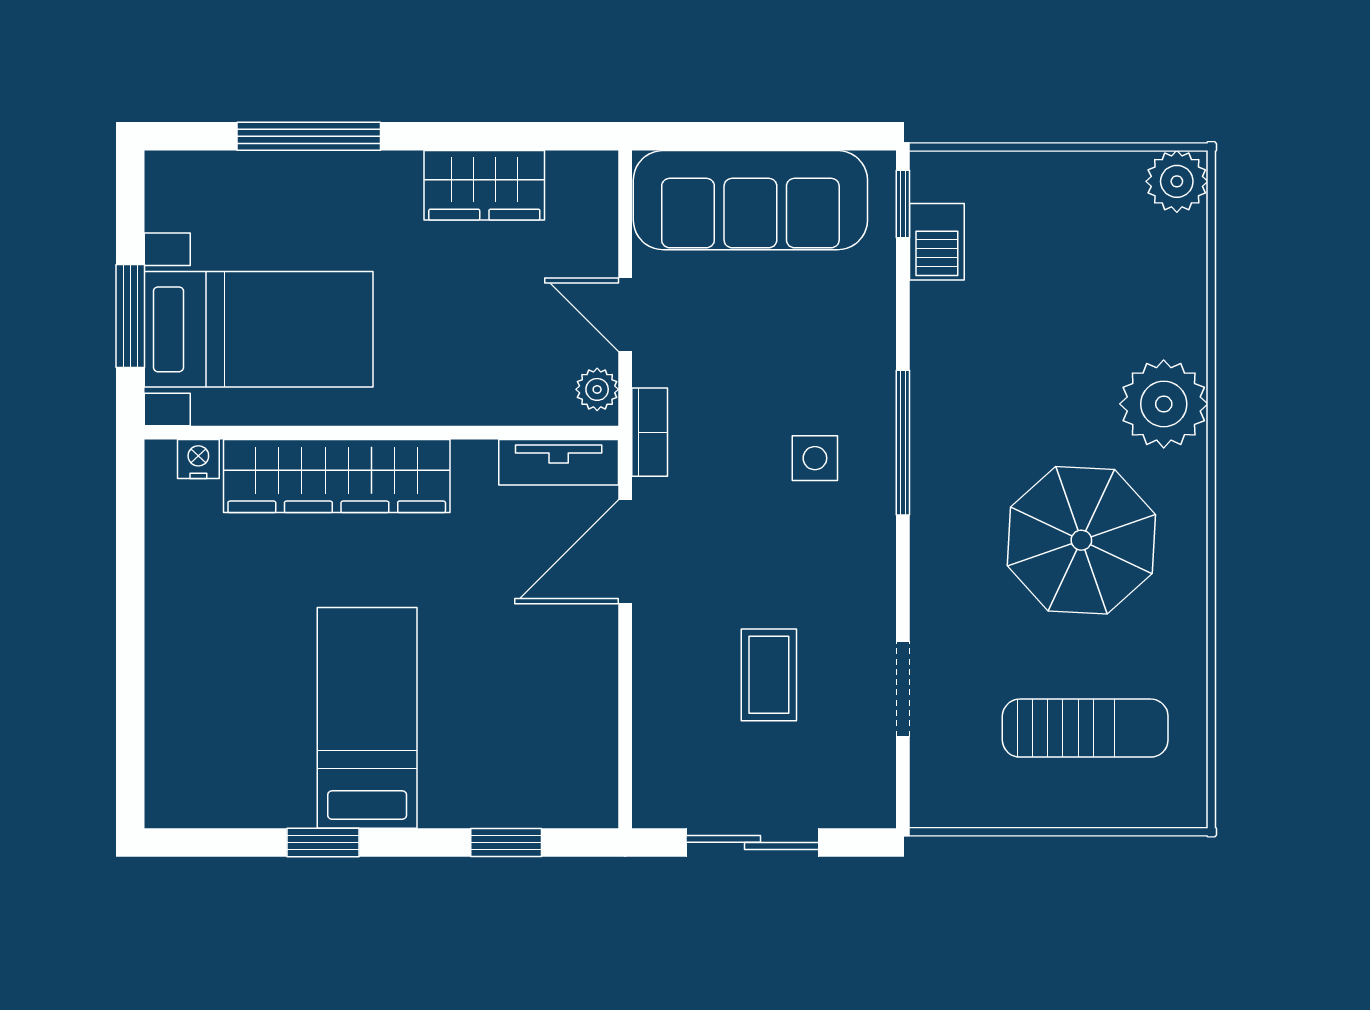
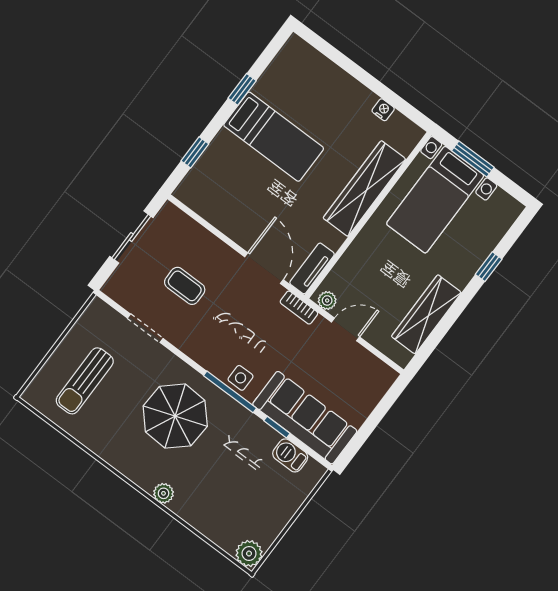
window: (309, 136) -> (489, 267), width x0.46
wardrobe: (484, 185) -> (426, 314), width x1.50
sofa: (750, 200) -> (305, 418), moved, turned 90
window: (903, 204) -> (277, 427), moved
plant: (1164, 404) -> (164, 493), width x0.53, depth x0.53
side table: (815, 458) -> (241, 378), moved
nightstand: (198, 459) -> (383, 110), moved, turned -90
parasol: (1081, 540) -> (175, 416), moved

